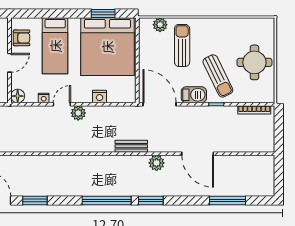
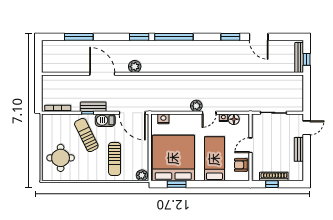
plant: (160, 25) -> (142, 175), moved
round table: (254, 62) -> (61, 158), moved
floor lamp: (18, 96) -> (234, 119), moved
nightstand: (100, 96) -> (163, 119), moved
bench: (131, 146) -> (93, 107), moved

